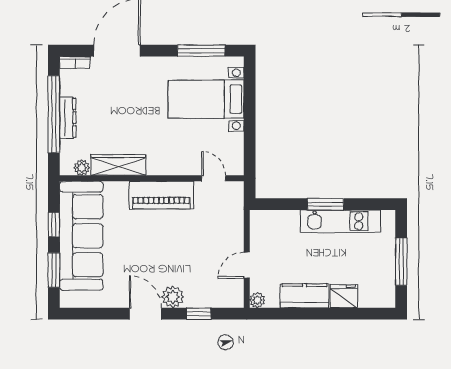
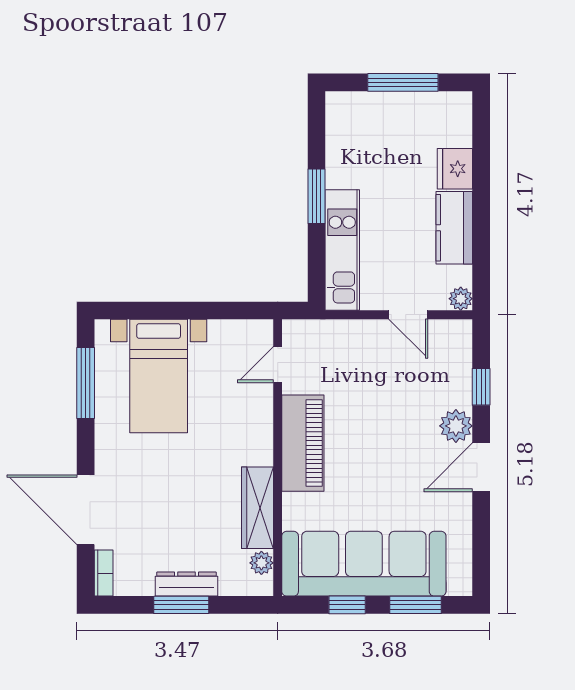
window: (54, 114) -> (181, 605), width x0.47
kitchen unit: (340, 221) -> (342, 250), moved

